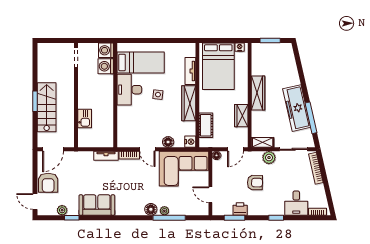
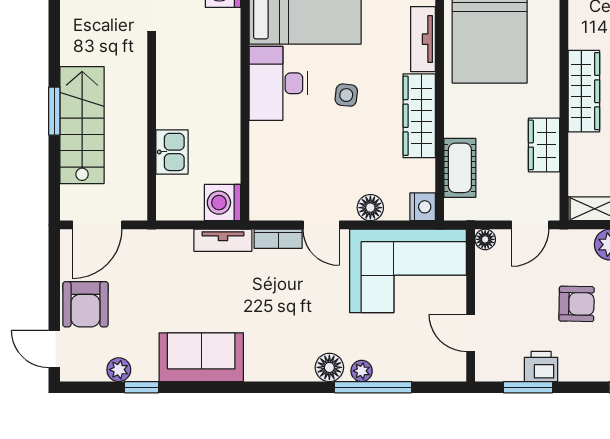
washing machine: (106, 66) -> (223, 203), moved

